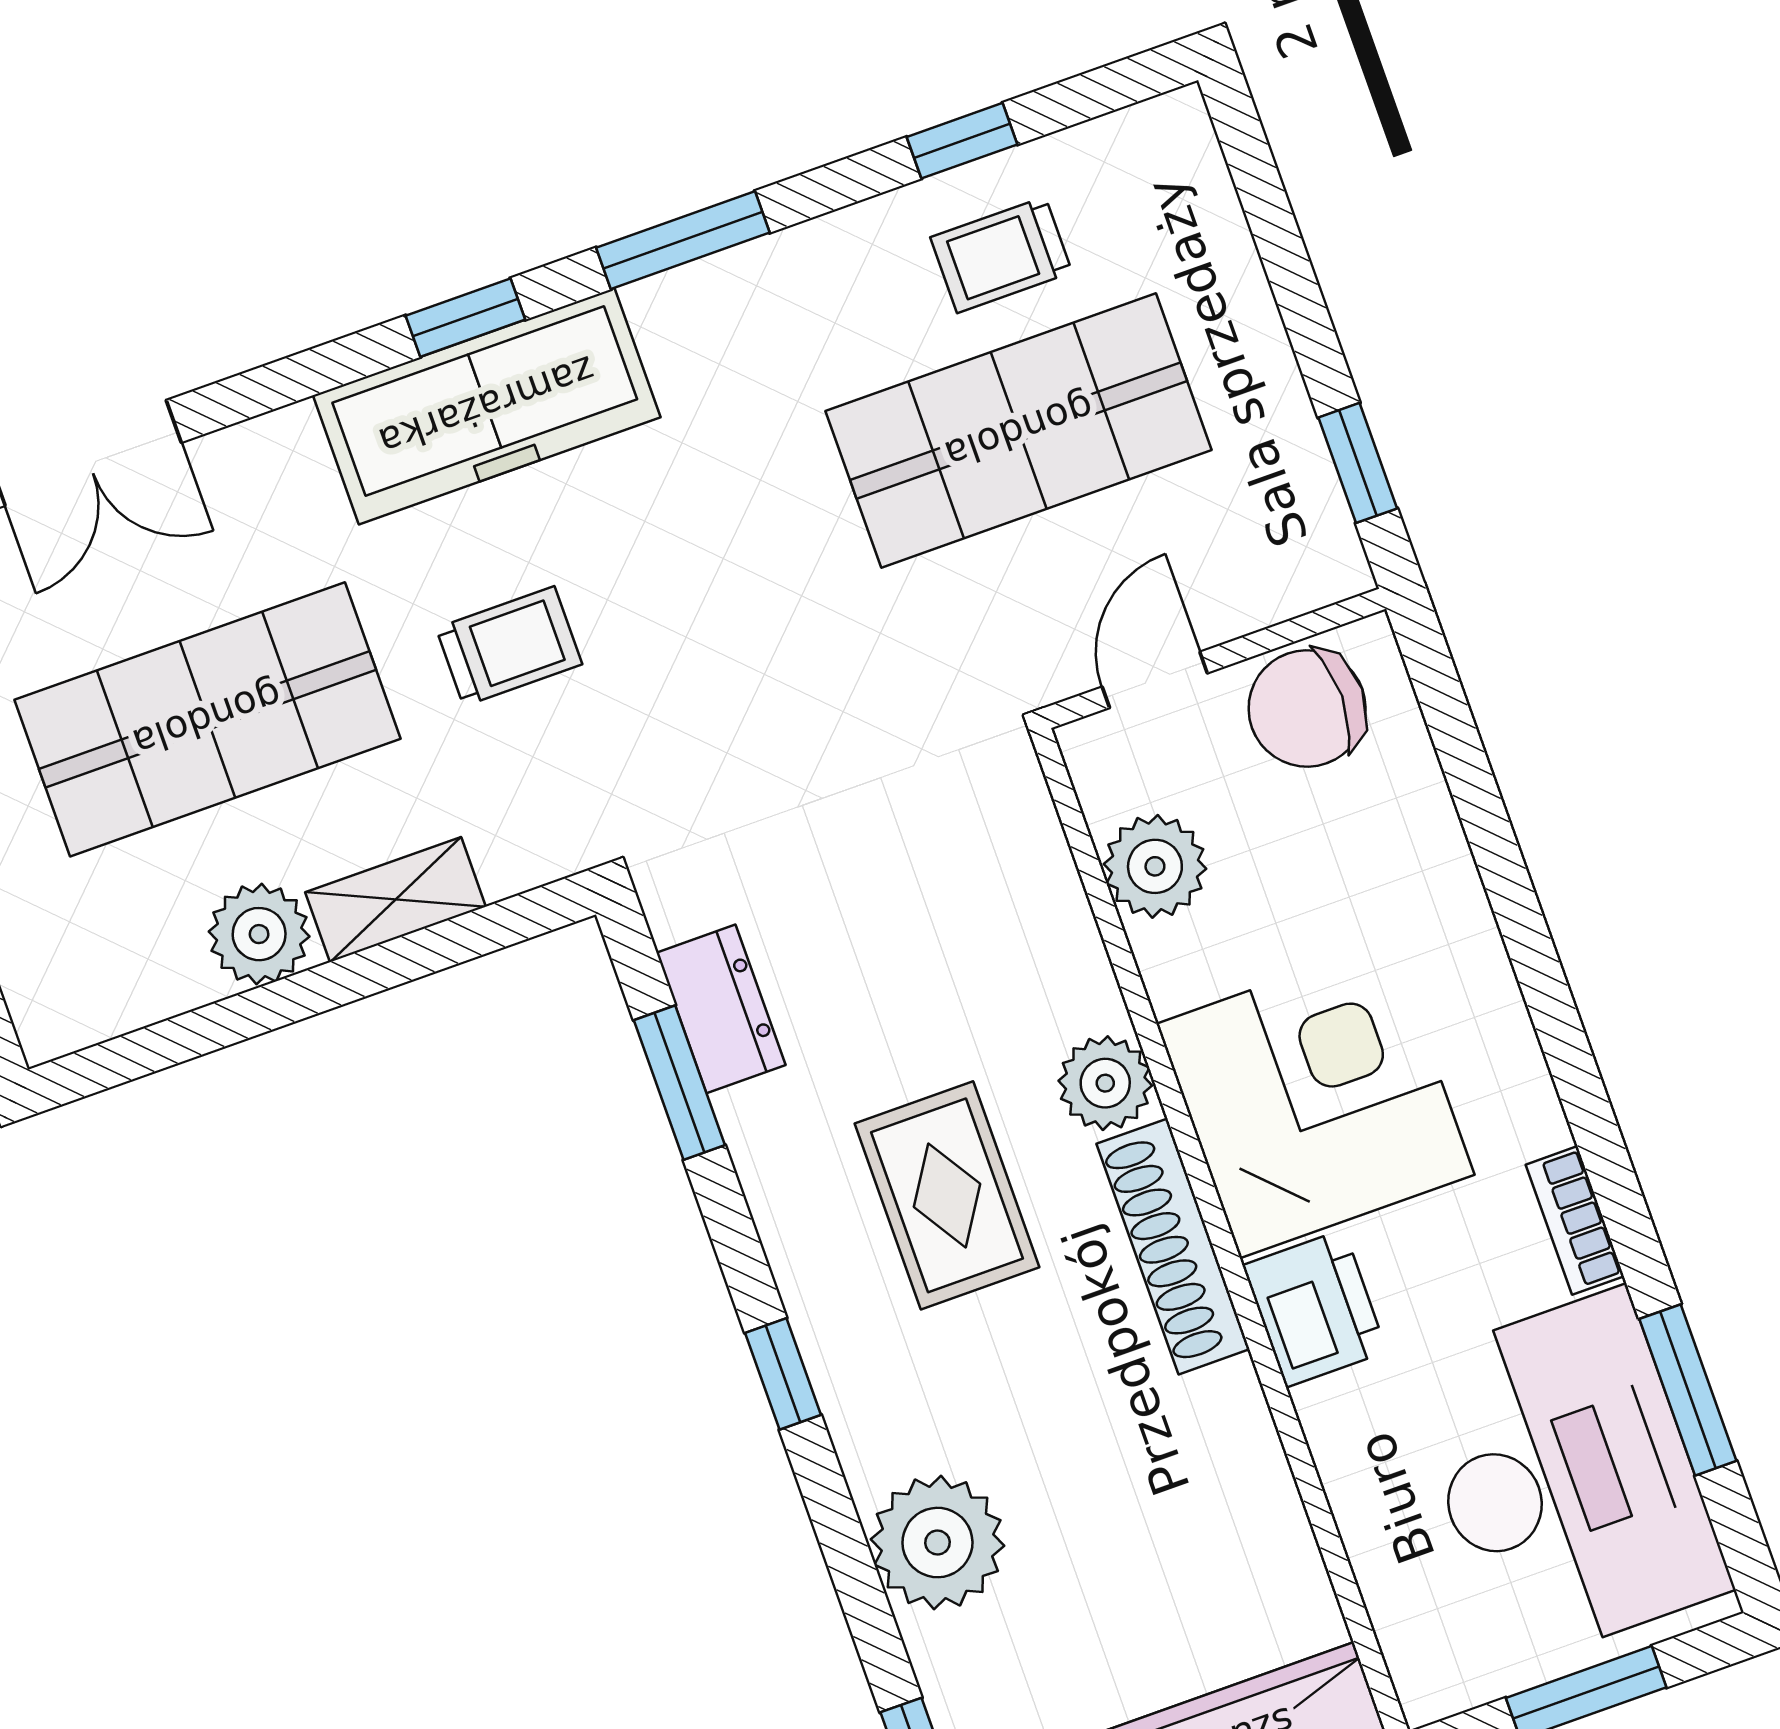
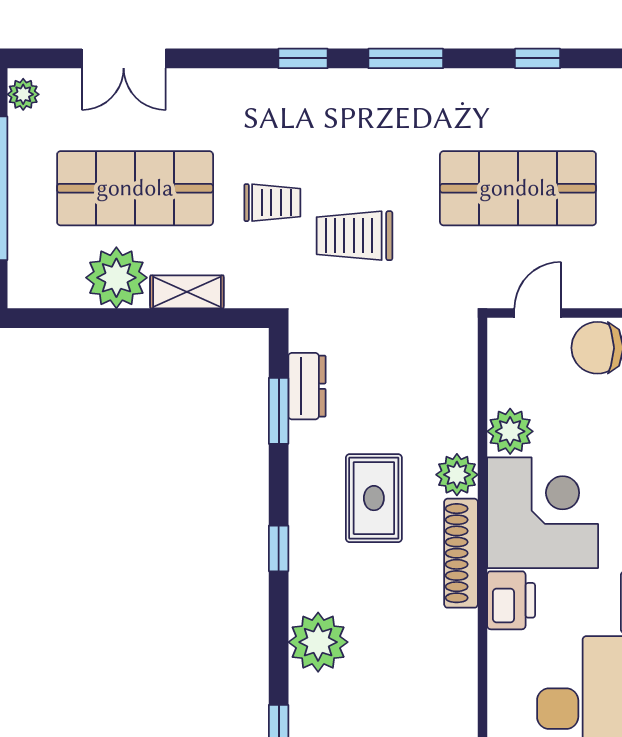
trolley: (1001, 255) -> (354, 236), moved, width x1.36, depth x1.39
freezer: (487, 406) -> (299, 99), removed
plant: (1155, 866) -> (510, 431), moved
plant: (259, 934) -> (116, 278), width x1.36, depth x1.36

